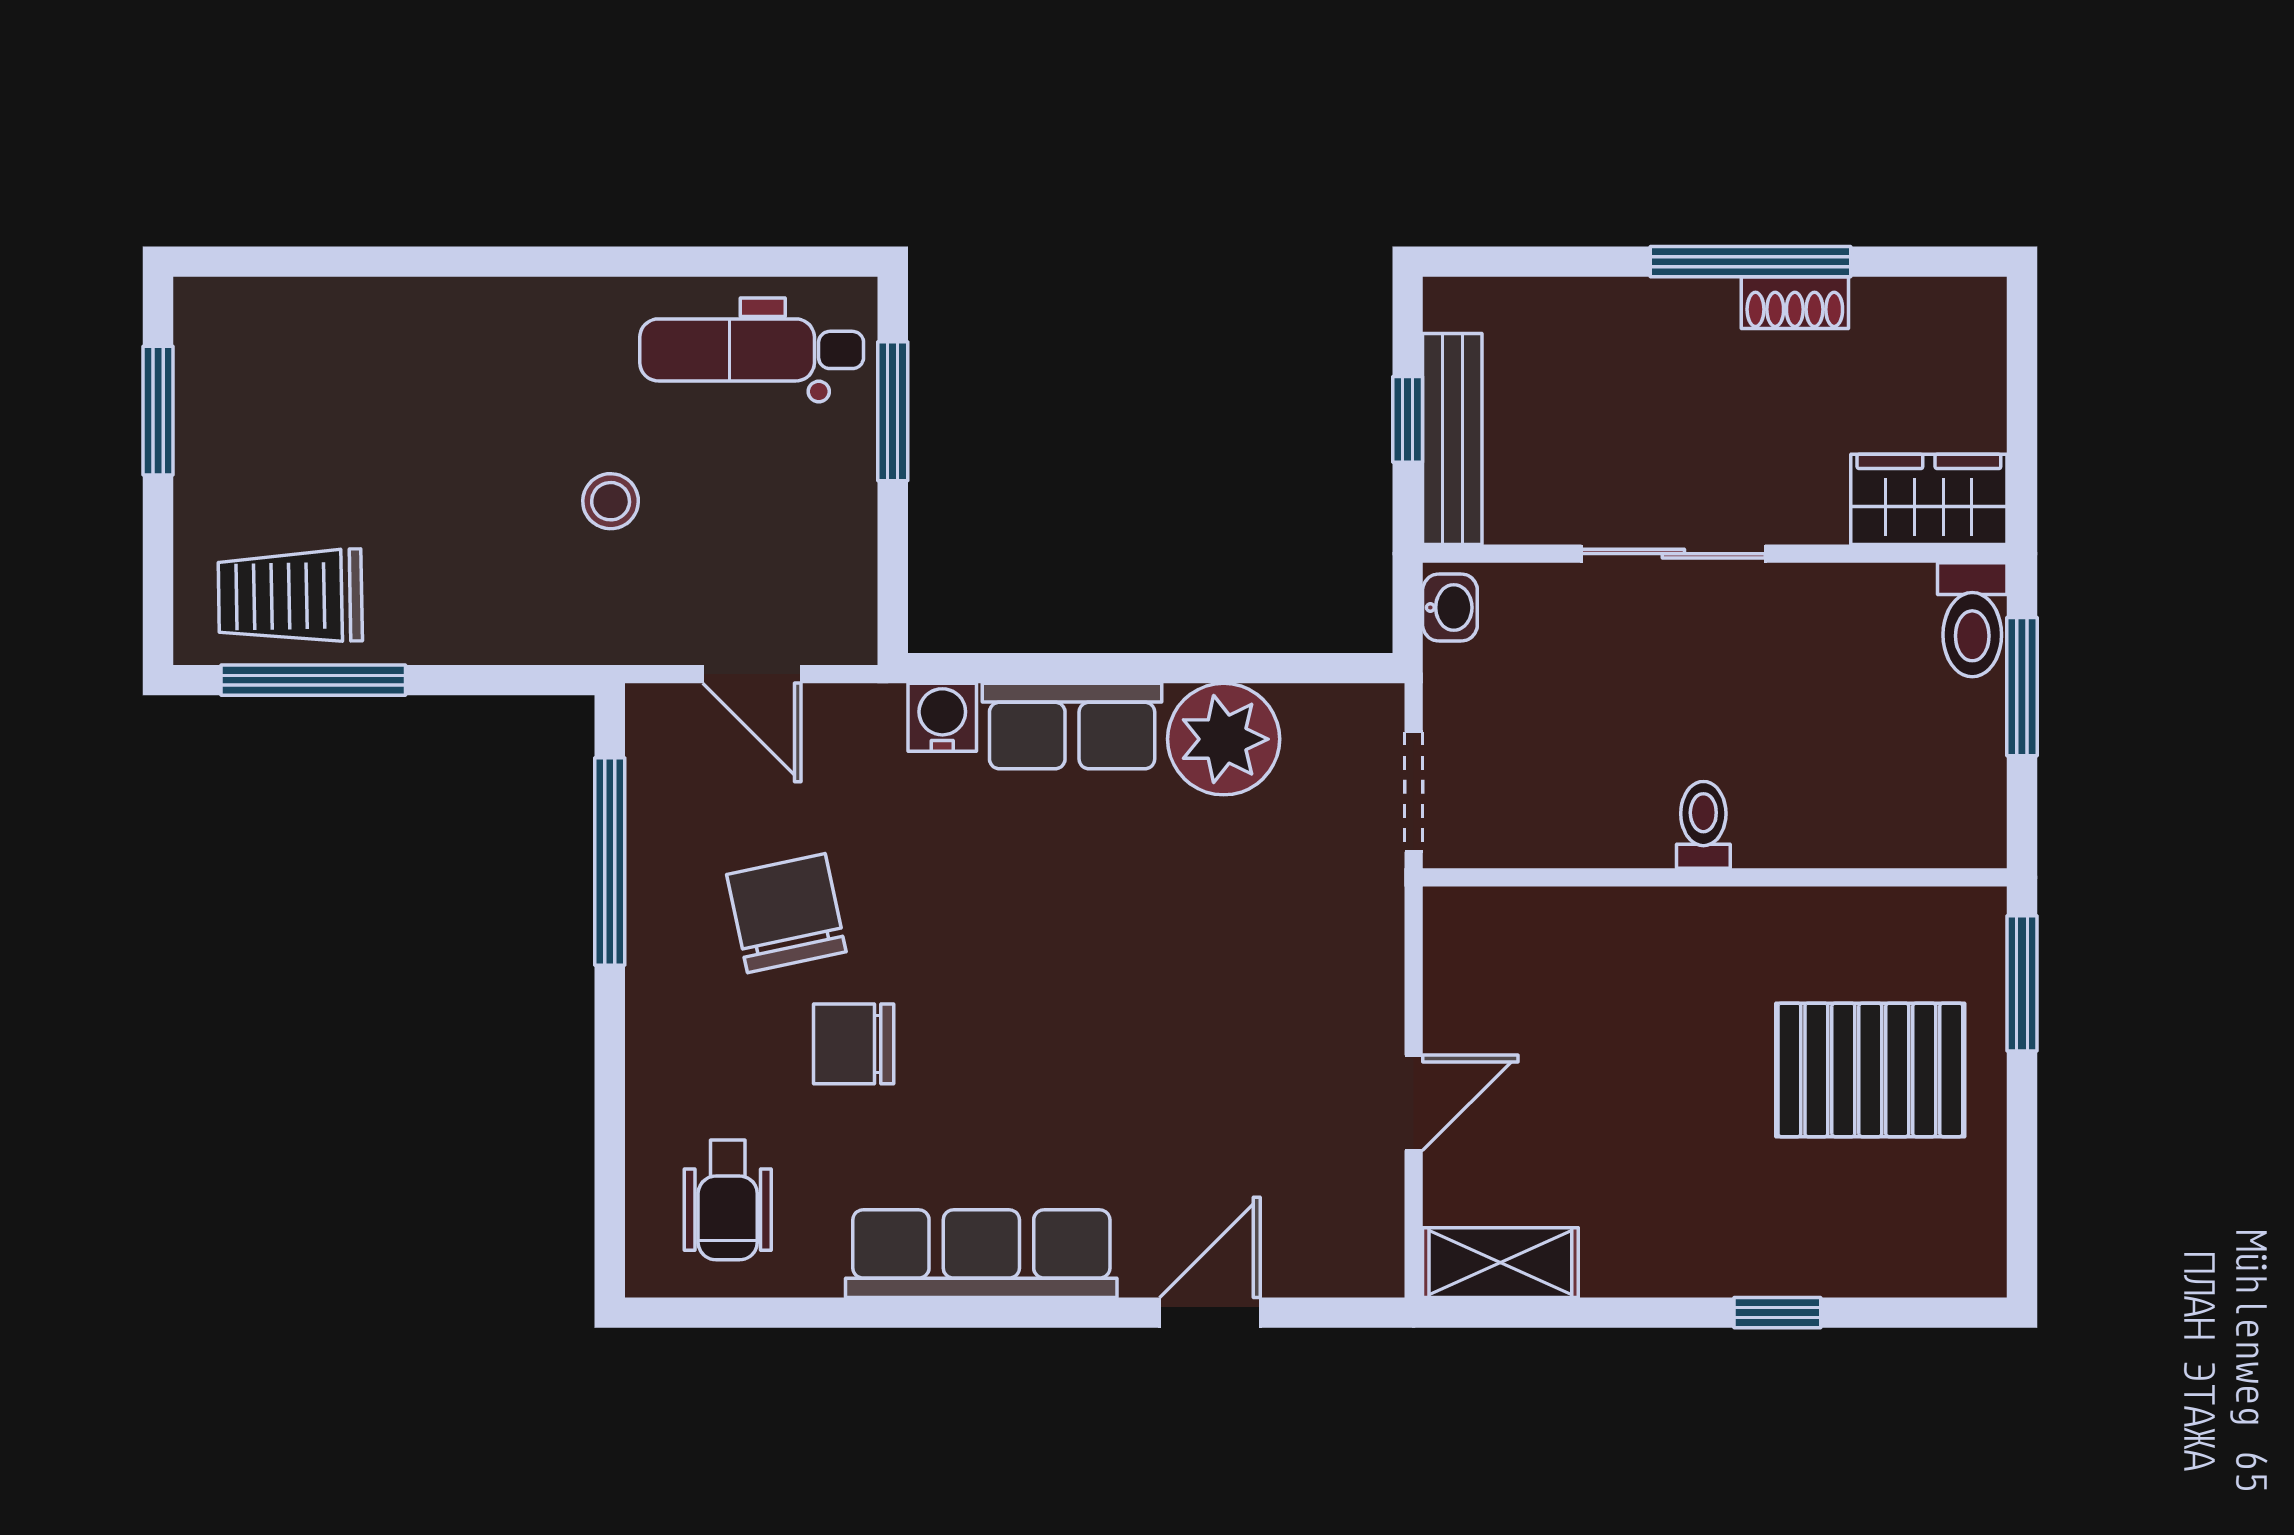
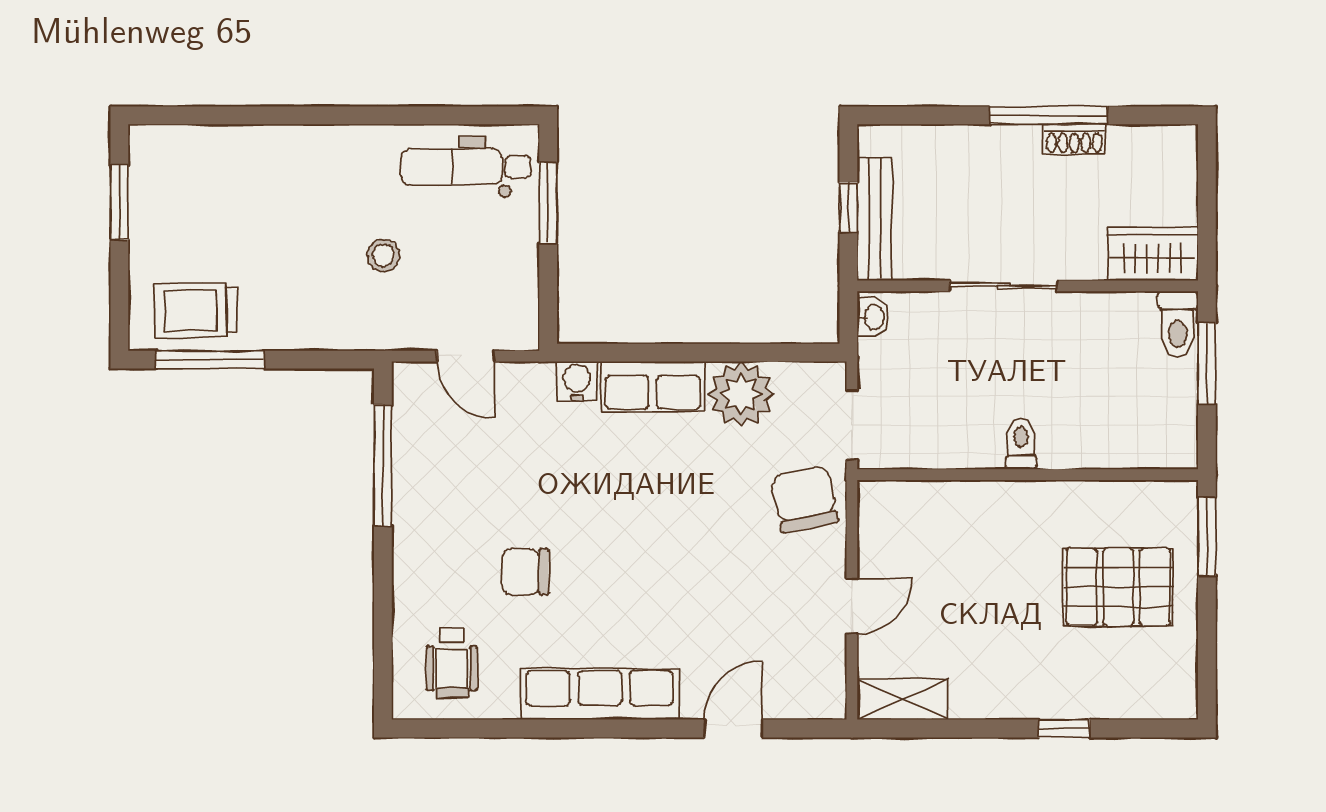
chair: (786, 913) -> (805, 499), moved

